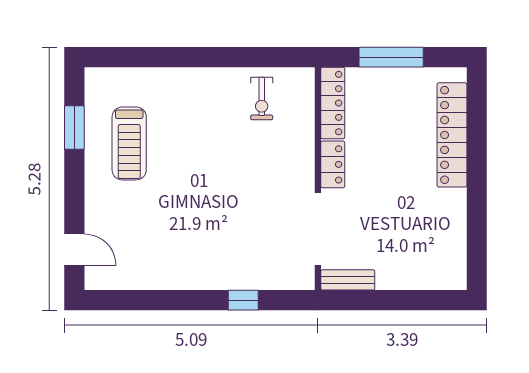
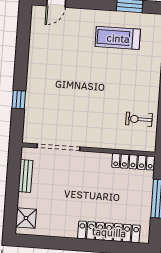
locker: (333, 164) -> (96, 159), removed
shower: (439, 274) -> (26, 218), added
bench: (348, 280) -> (25, 176), moved

